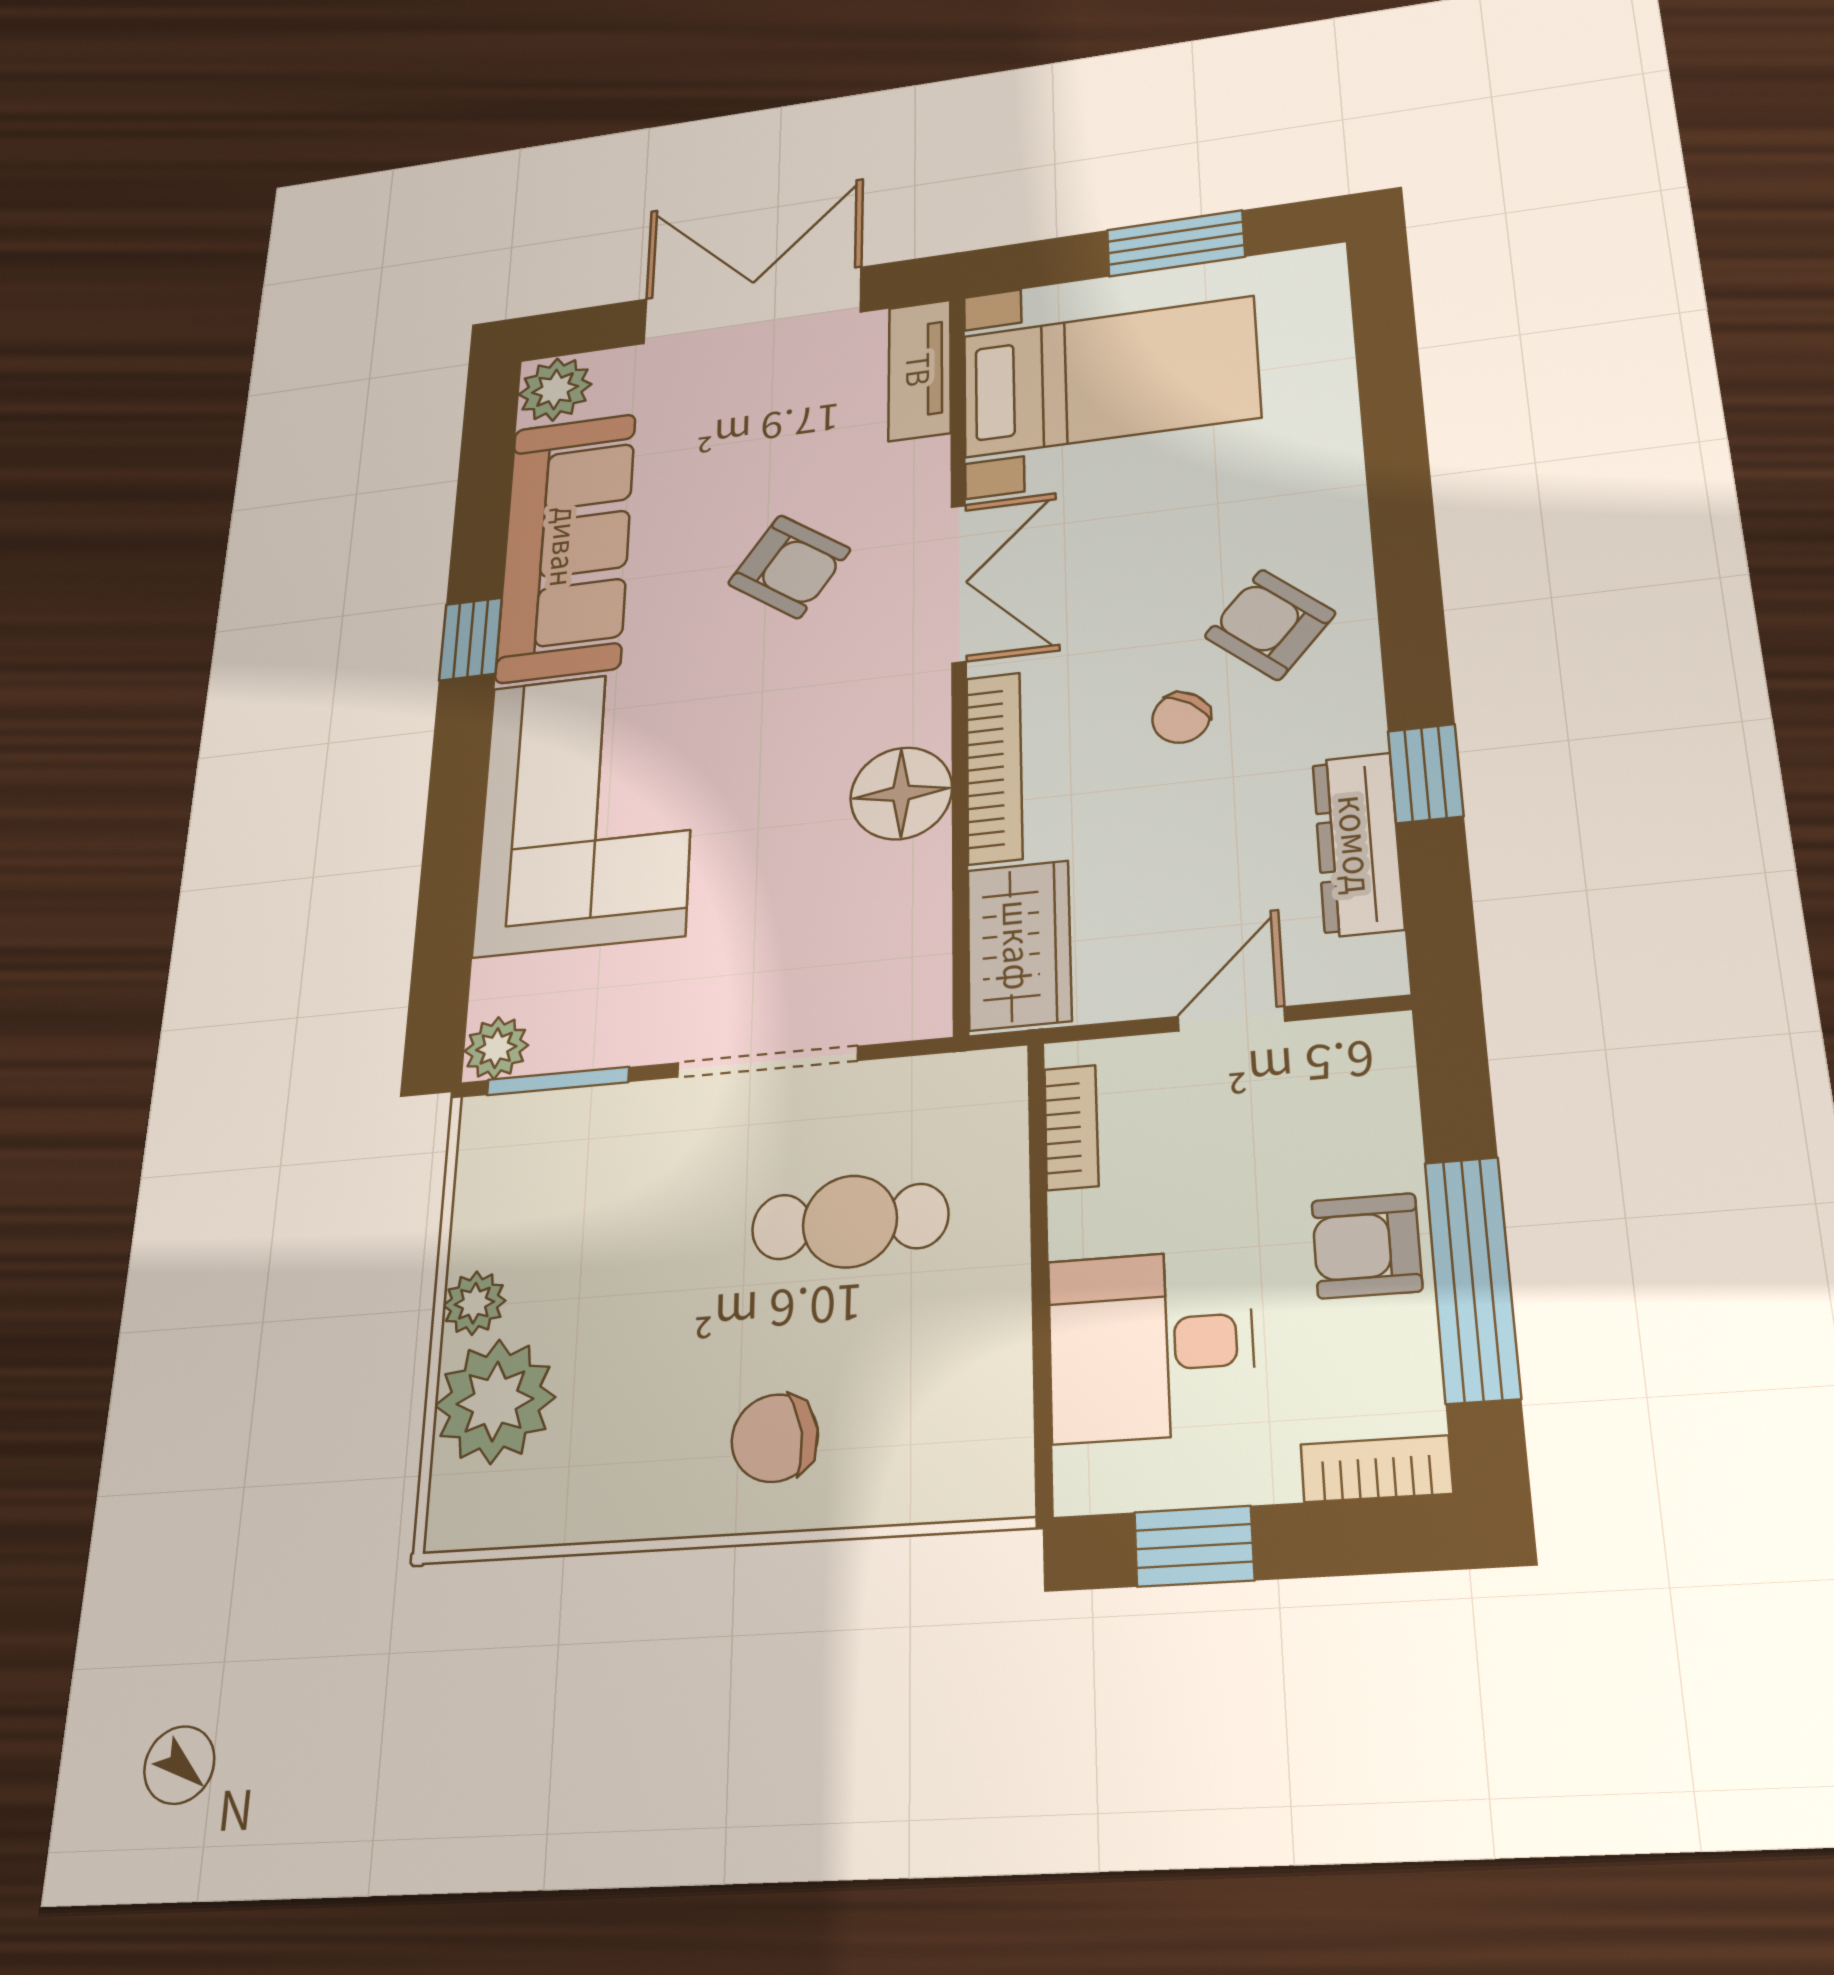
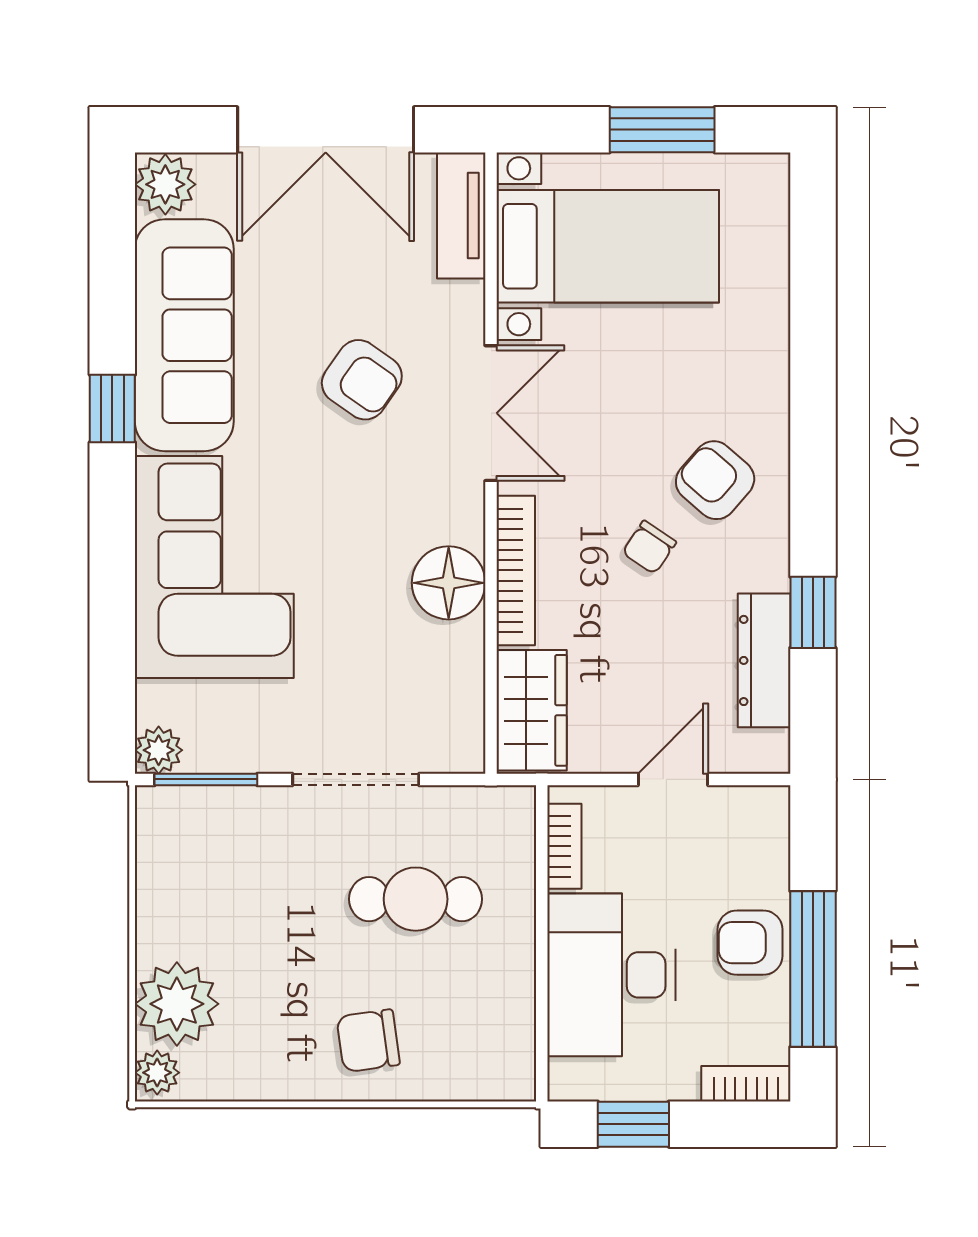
double door: (752, 306) -> (326, 130), swing flipped
plant: (474, 1303) -> (157, 1073), moved
desk: (1151, 1345) -> (612, 975), width x1.37

